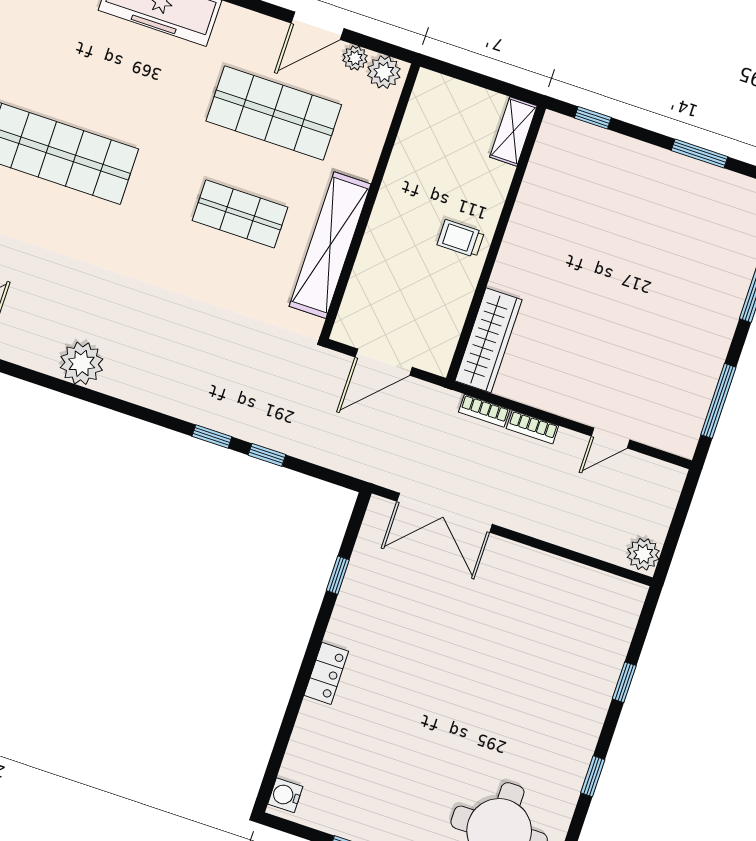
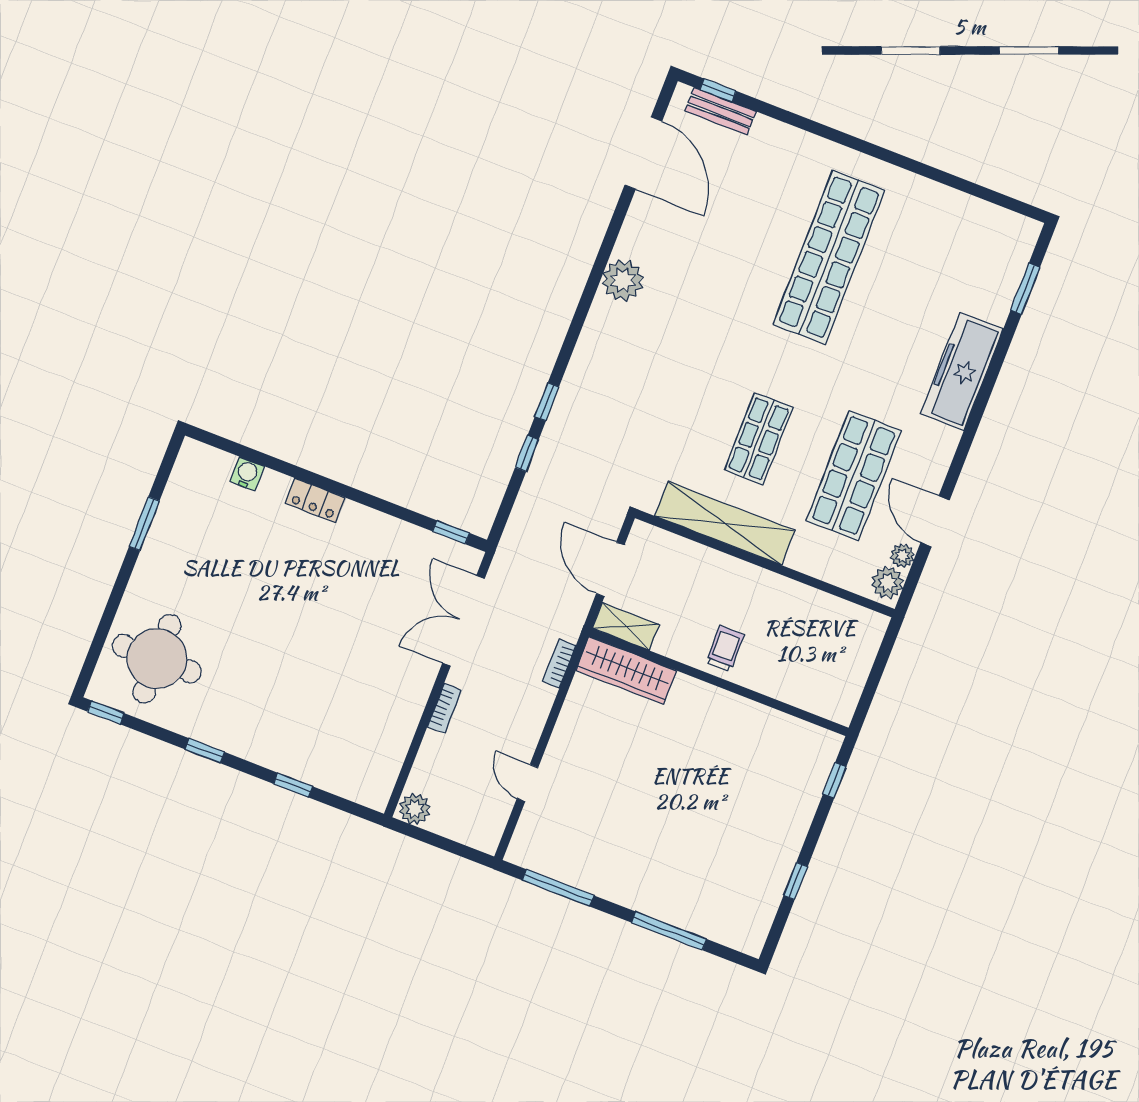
shelving: (513, 131) -> (626, 626), moved
window: (700, 154) -> (796, 881), width x0.67
bookcase: (532, 427) -> (444, 708), moved, turned 180
window: (338, 575) -> (451, 532), moved
water cooler: (285, 795) -> (247, 474), moved

